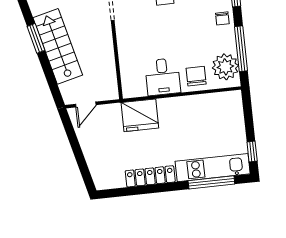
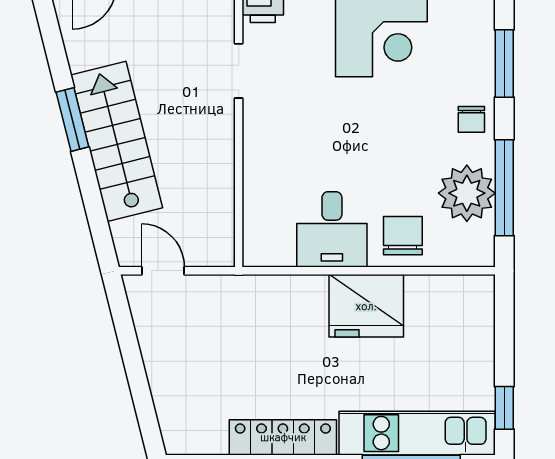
plant: (225, 67) -> (467, 193), moved
door: (86, 105) -> (163, 271), swing flipped
fridge: (140, 115) -> (366, 306), moved

